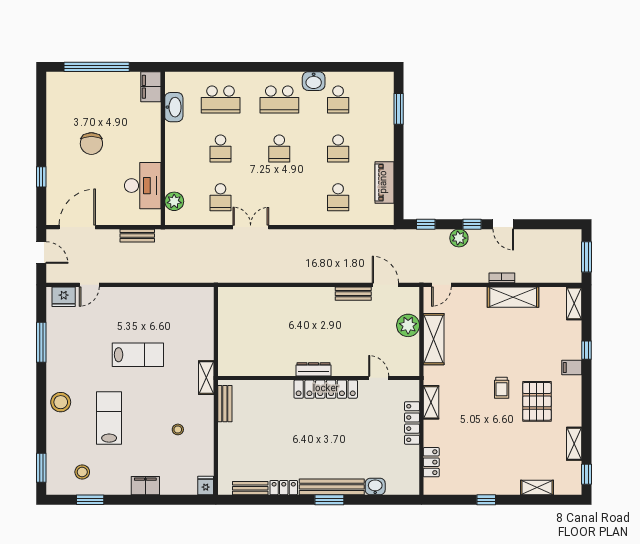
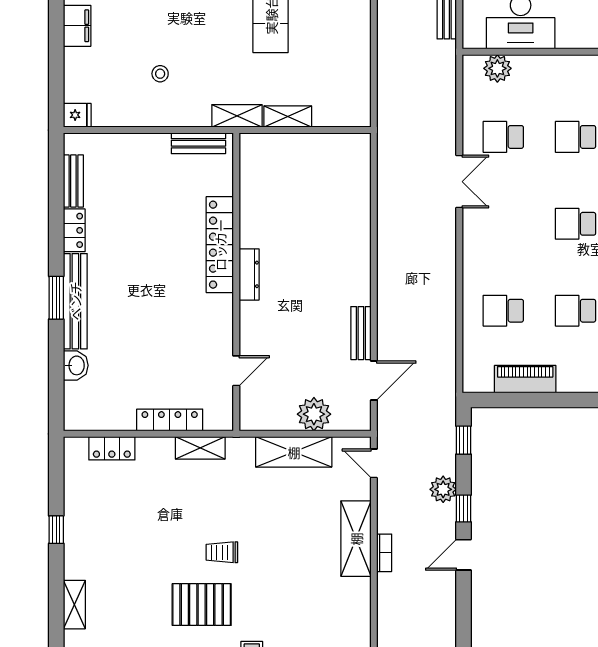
shelving: (513, 297) -> (356, 539), moved
shelving: (207, 343) -> (288, 116), added
locker: (326, 389) -> (220, 245), moved

